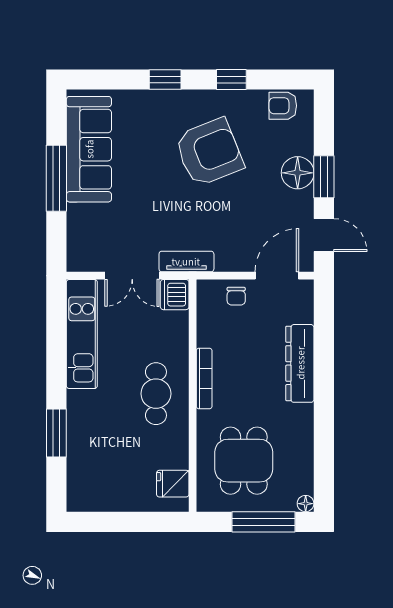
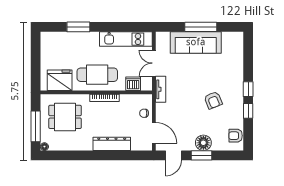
window: (165, 79) -> (248, 89), moved
armchair: (283, 106) -> (236, 136), turned -90
sofa: (89, 149) -> (196, 42), moved
armchair: (209, 152) -> (213, 100), width x0.53, depth x0.53
dishwasher: (175, 295) -> (133, 84), moved
cafe table: (156, 394) -> (97, 75), width x1.37, depth x1.35
fridge: (173, 484) -> (60, 80), width x1.88, depth x1.34

